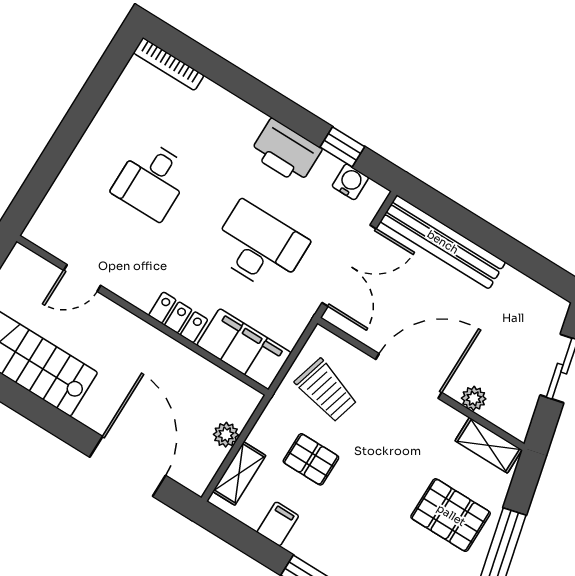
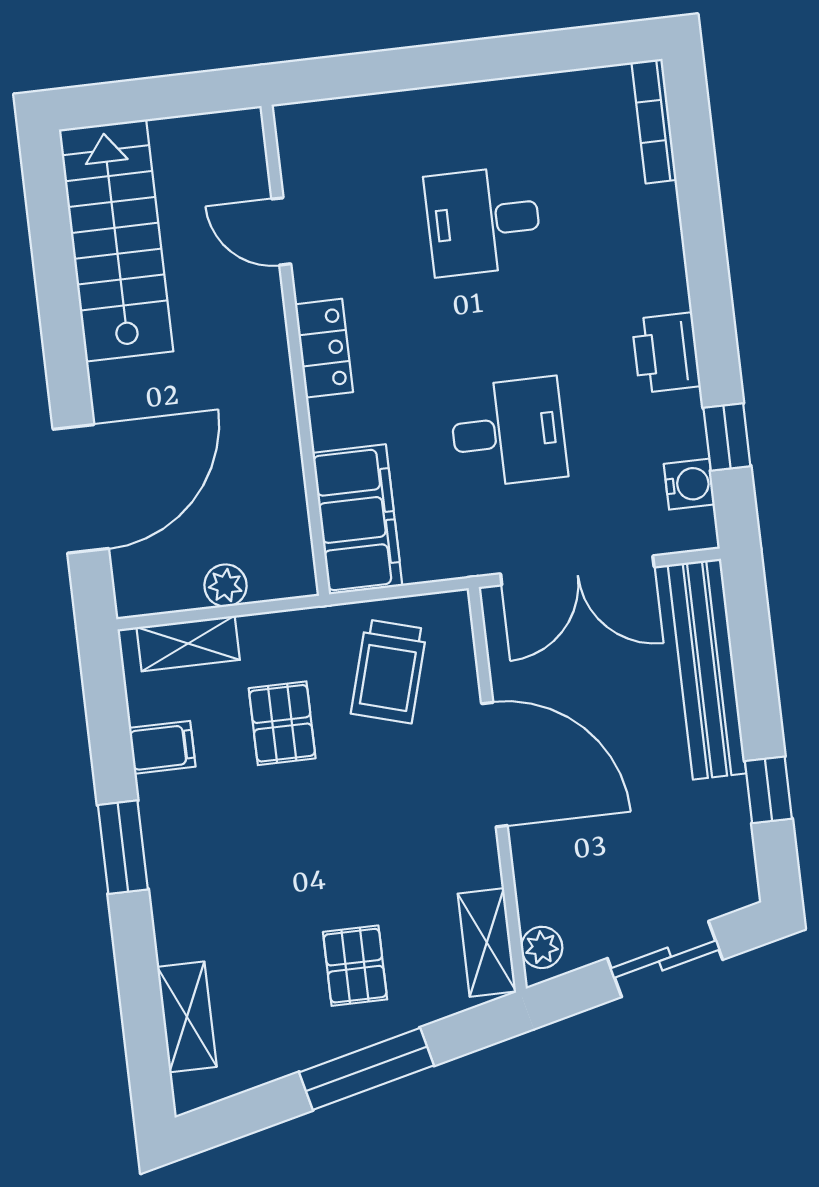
printer: (286, 151) -> (666, 353), width x0.73, depth x0.84
desk: (259, 247) -> (508, 432), width x0.73
window: (522, 258) -> (768, 790), added
locker: (178, 317) -> (324, 348), moved
plant: (474, 398) -> (542, 947), moved
pallet: (451, 515) -> (355, 966), width x0.67, depth x0.71

